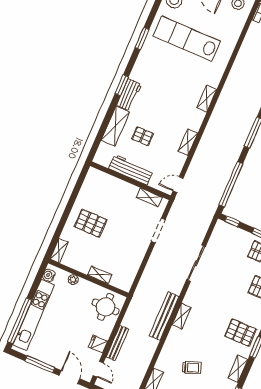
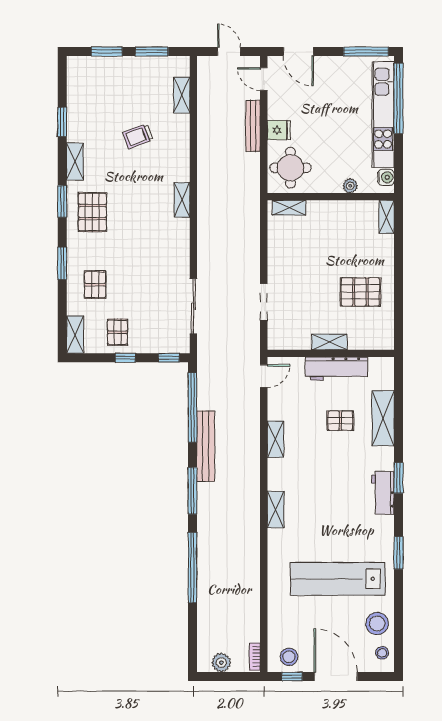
lab bench: (187, 39) -> (338, 579), turned 180
workbench: (129, 95) -> (383, 493), moved
shelving: (149, 197) -> (329, 342), moved
pallet: (91, 223) -> (360, 292), moved
sliding door: (196, 263) -> (193, 306), moved
shelving: (100, 275) -> (289, 208), moved
bench: (164, 316) -> (206, 446), moved
pallet: (240, 333) -> (92, 212), turned 90
fridge: (98, 344) -> (279, 130), moved
window: (40, 364) -> (366, 51), moved

